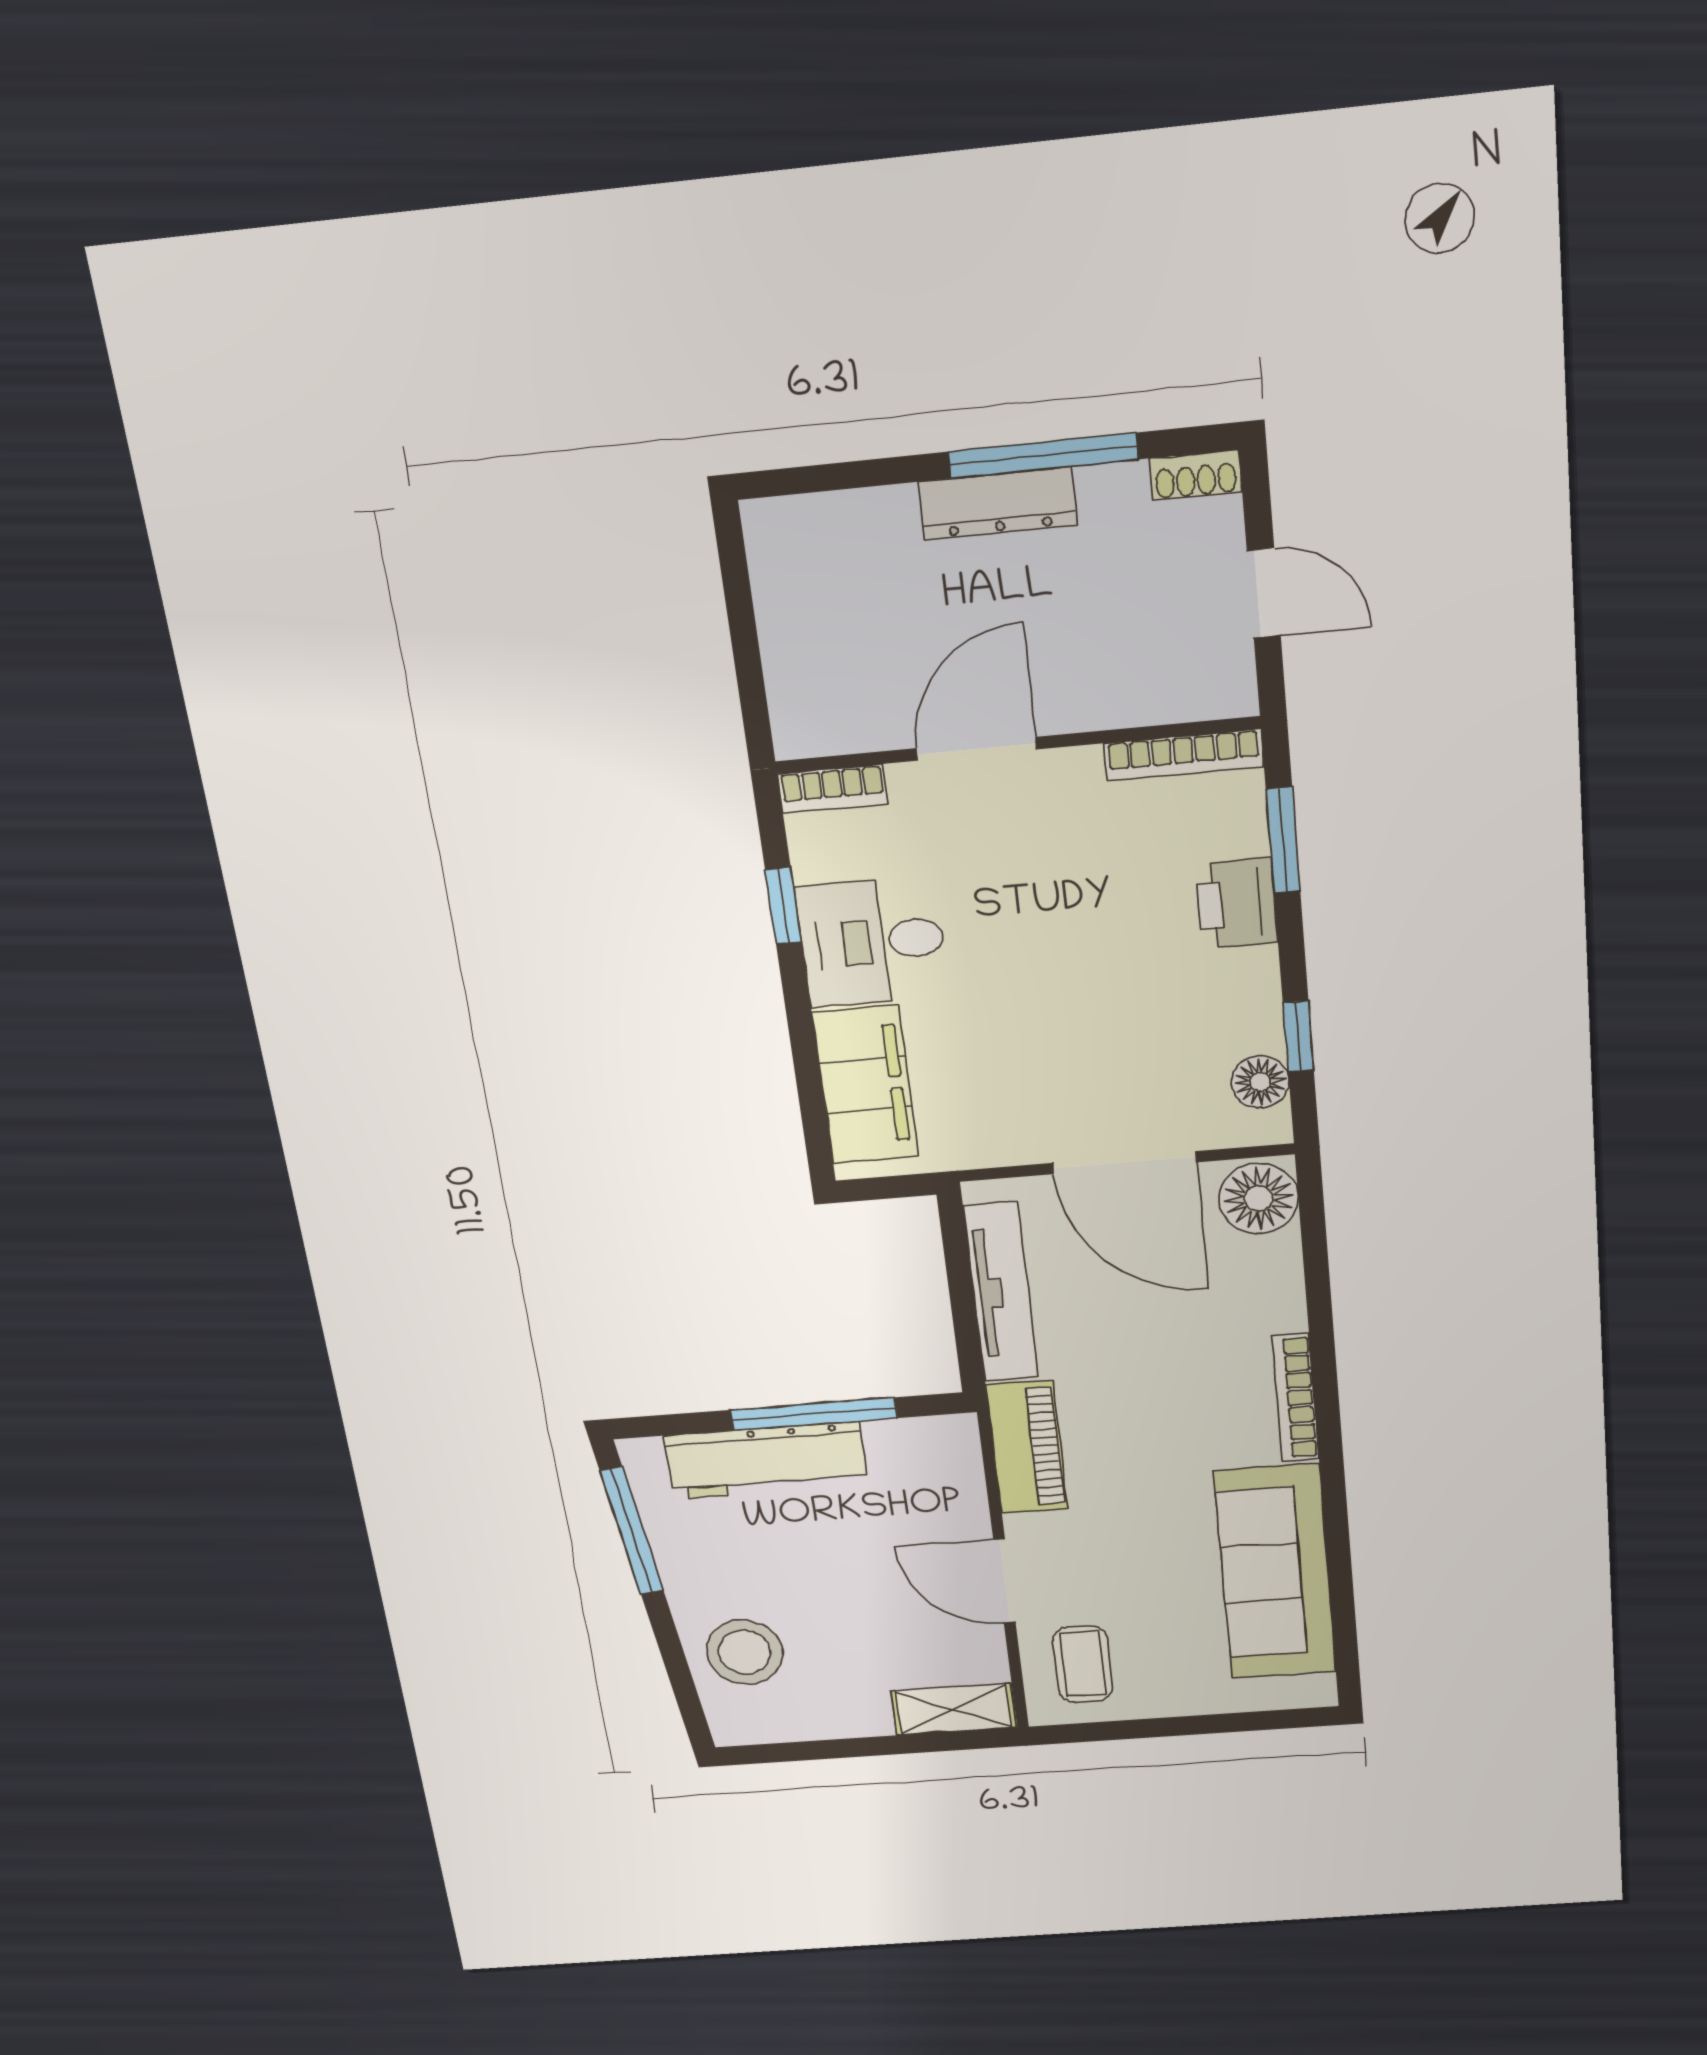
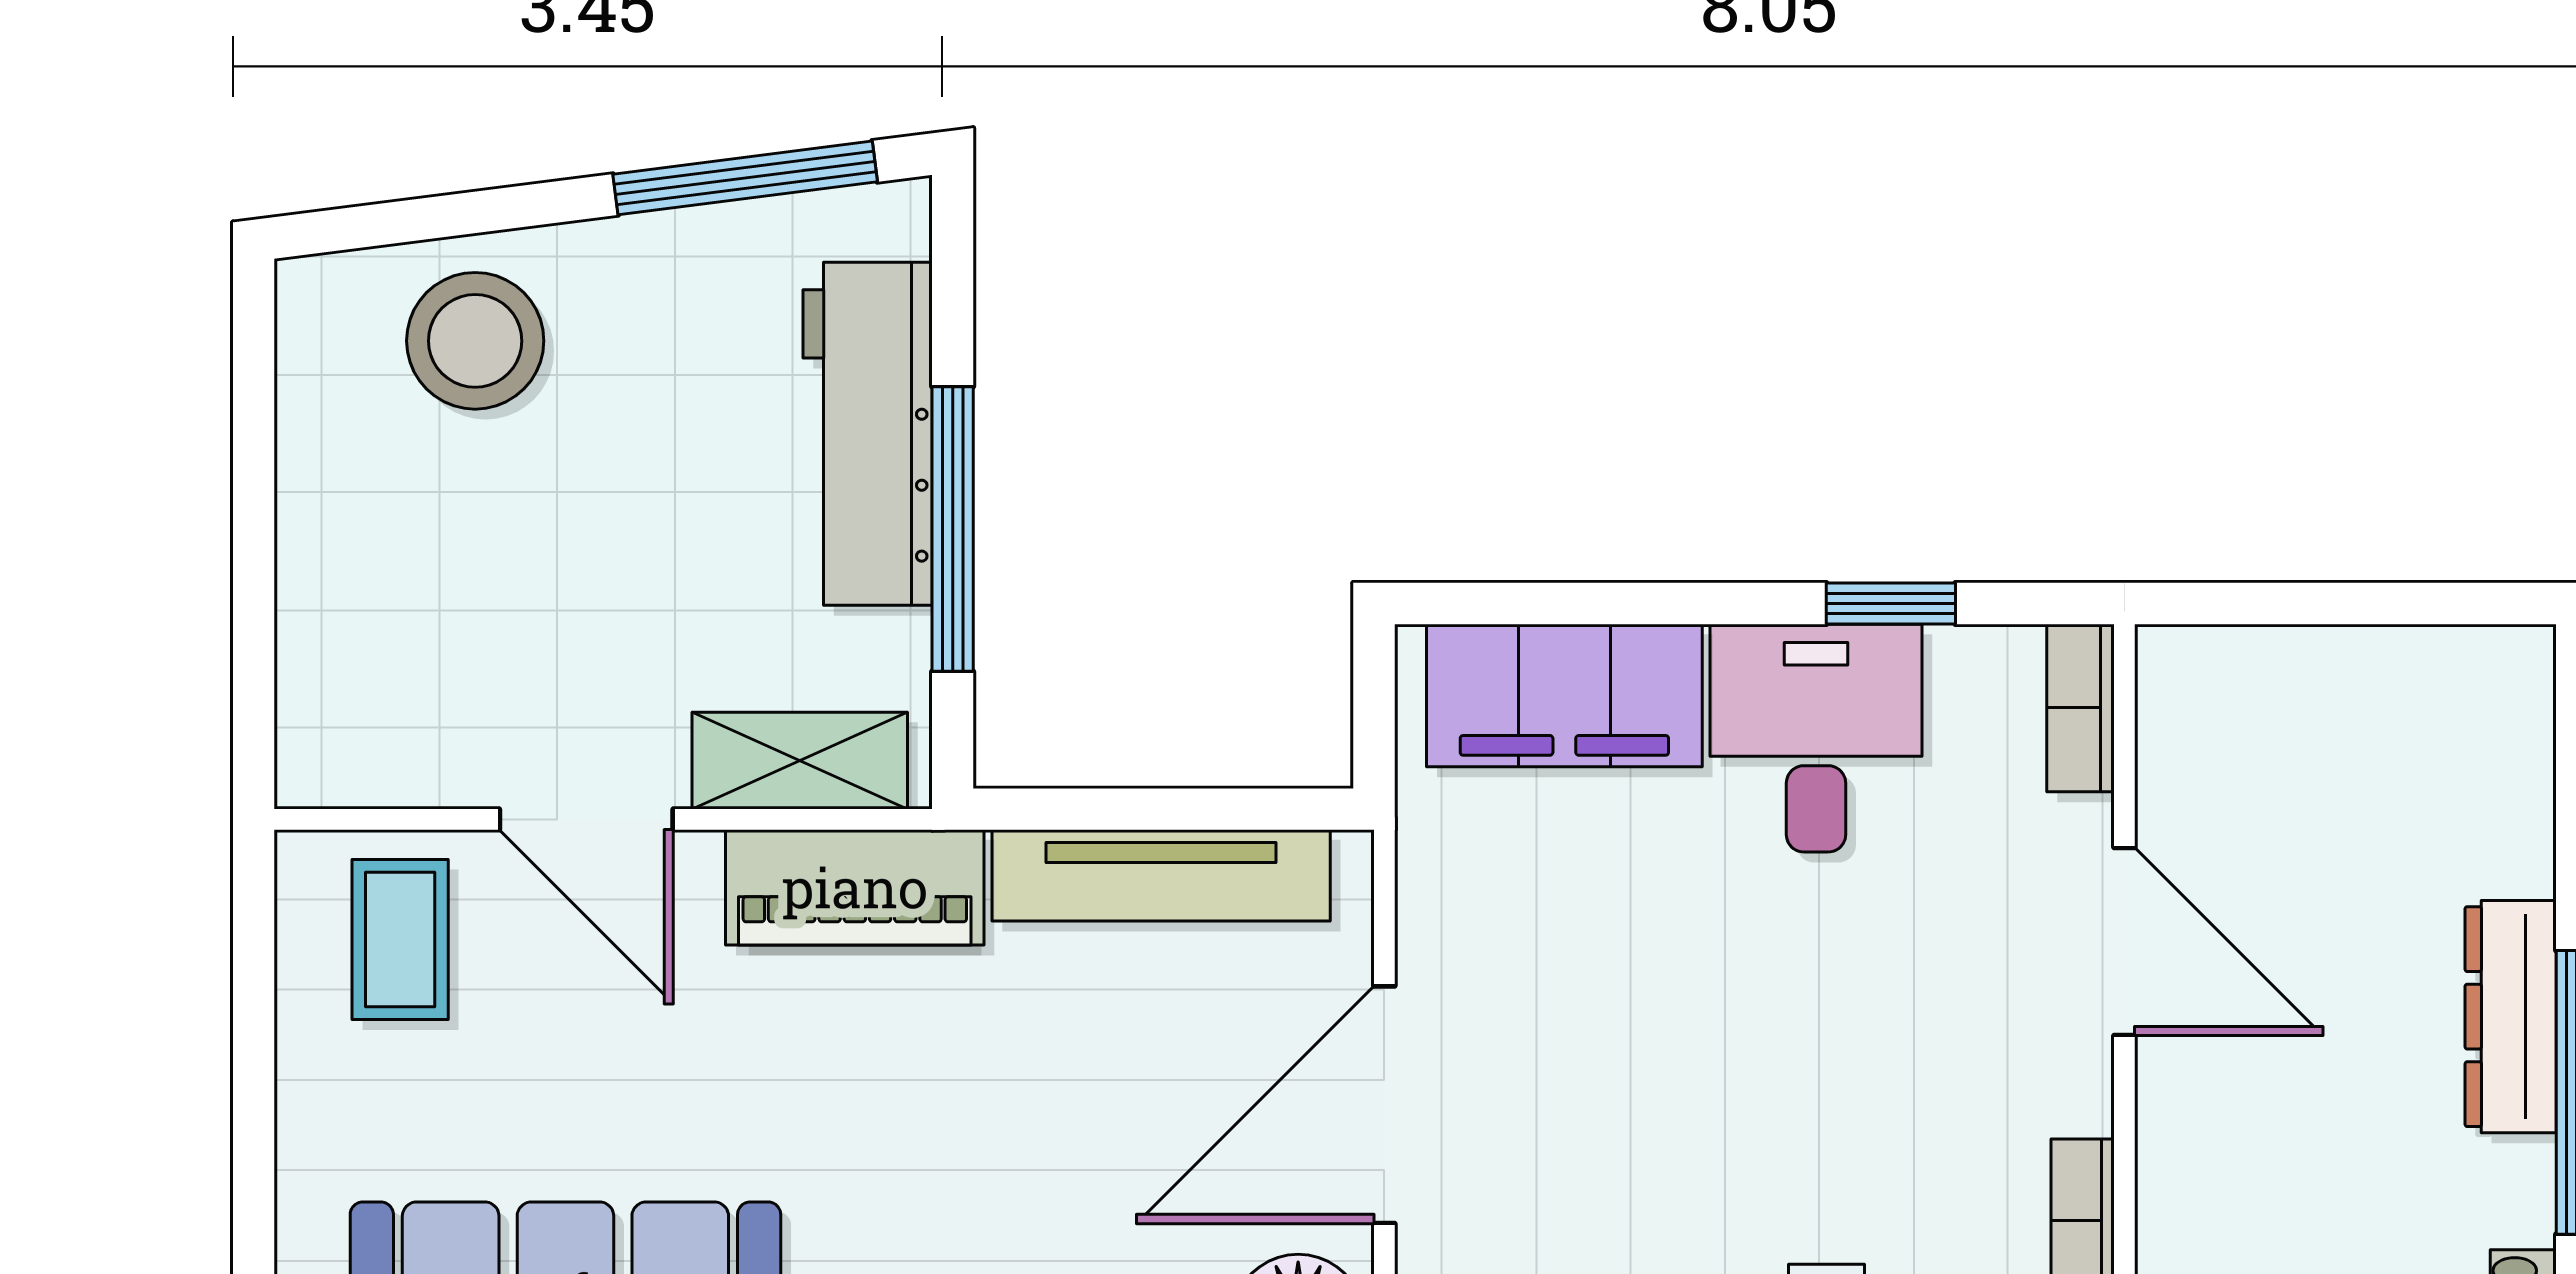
door: (1004, 1581) -> (586, 819), swing flipped
coffee table: (1083, 1664) -> (400, 939), turned 90
shelving: (954, 1709) -> (800, 761), moved, turned 90

